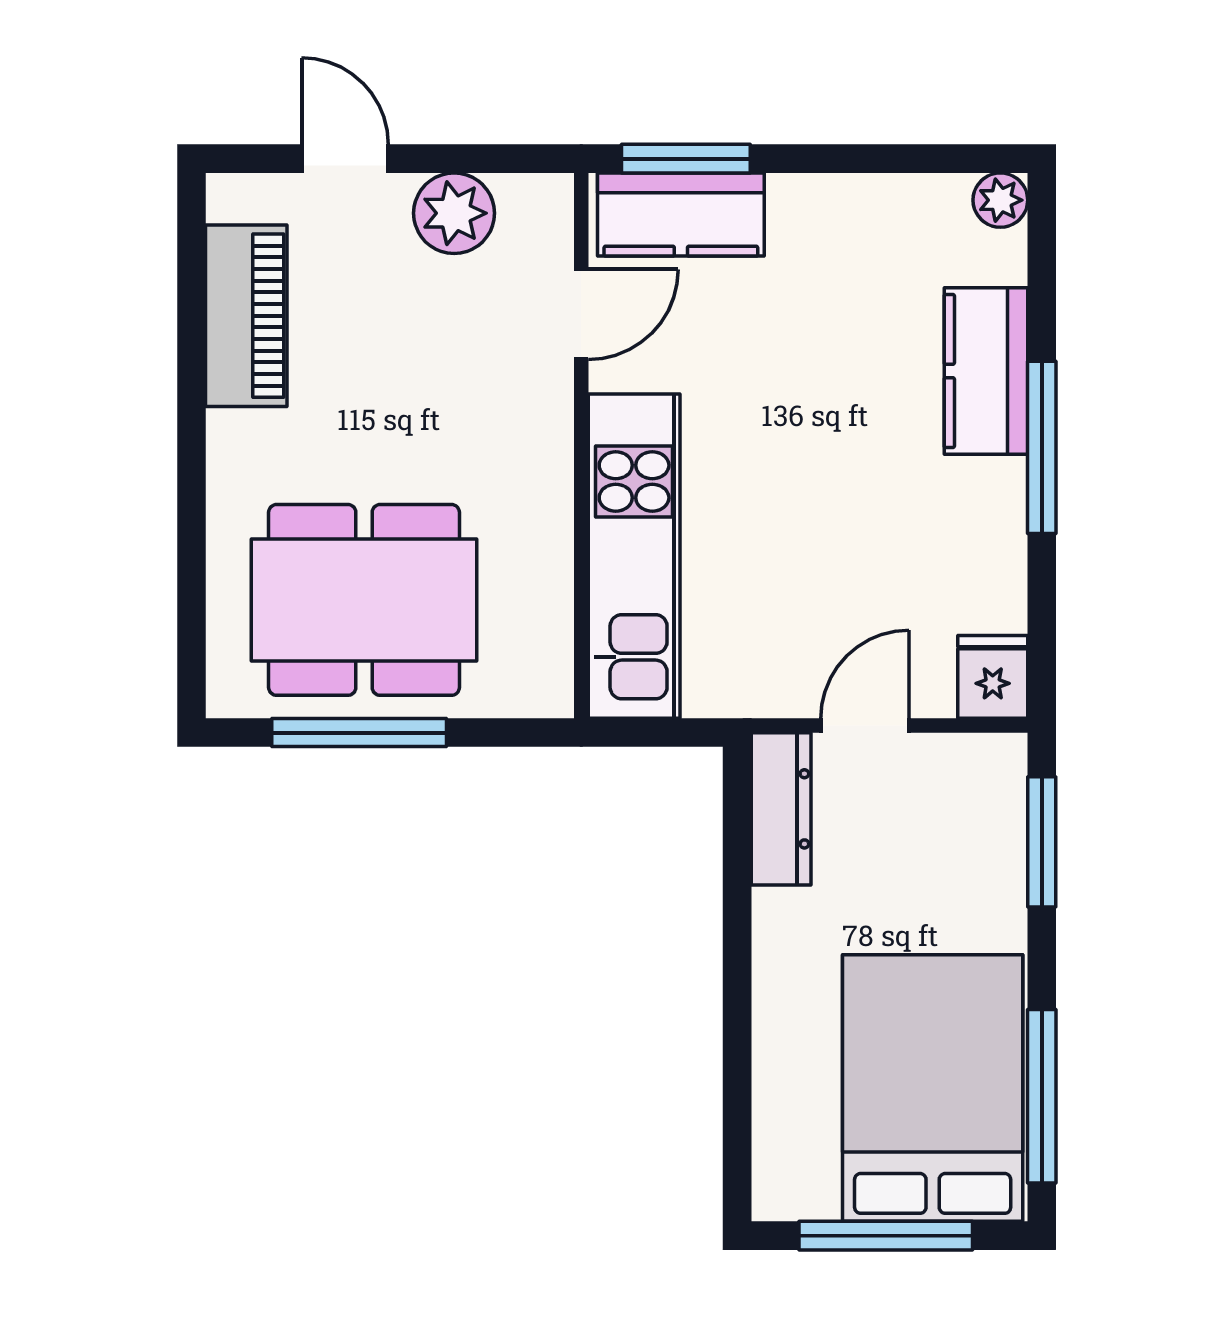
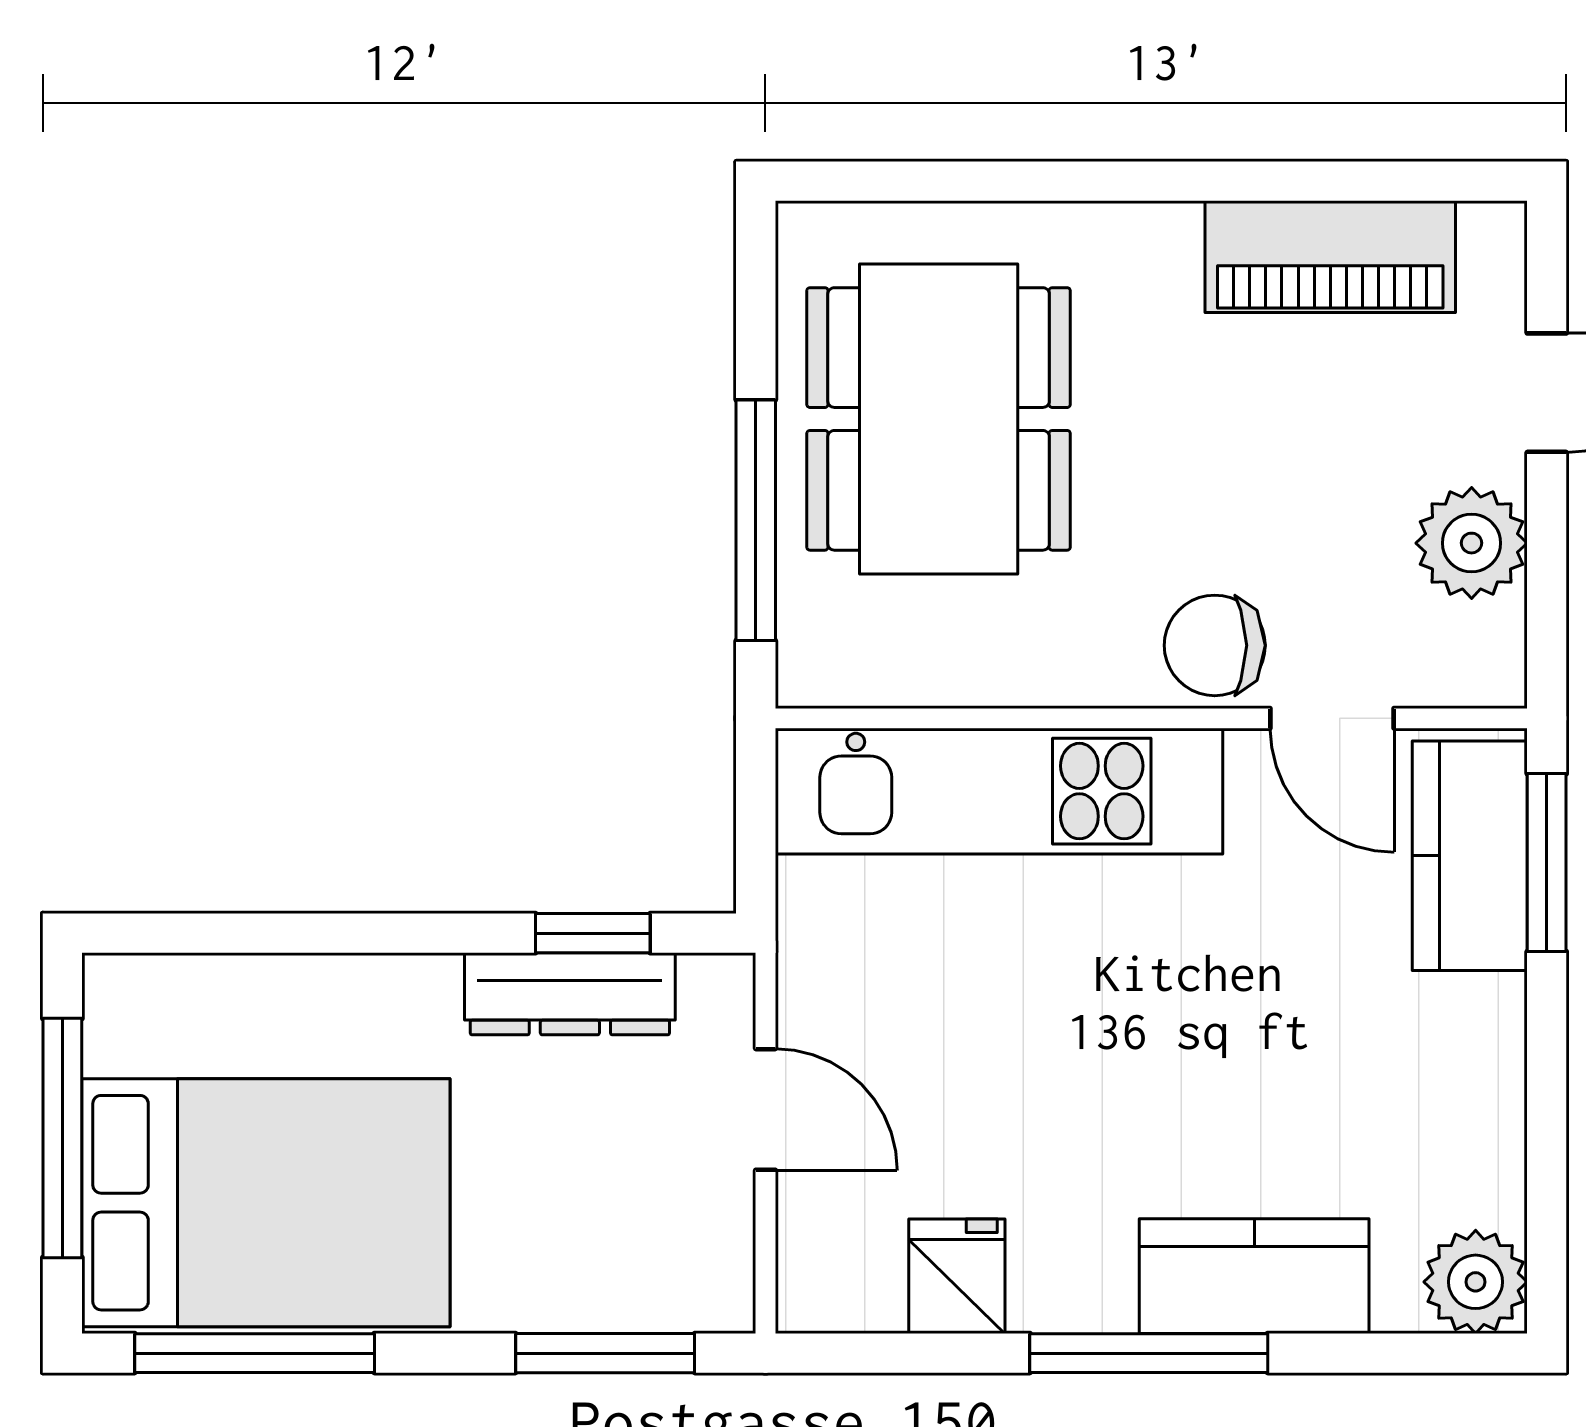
plant: (1000, 200) -> (1476, 1282), width x1.38, depth x1.38
chair: (528, 400) -> (1215, 645), added
fridge: (993, 677) -> (957, 1276), moved, turned -90
window: (359, 733) -> (756, 520), moved
dresser: (781, 809) -> (570, 994), moved
window: (737, 851) -> (593, 933), added

